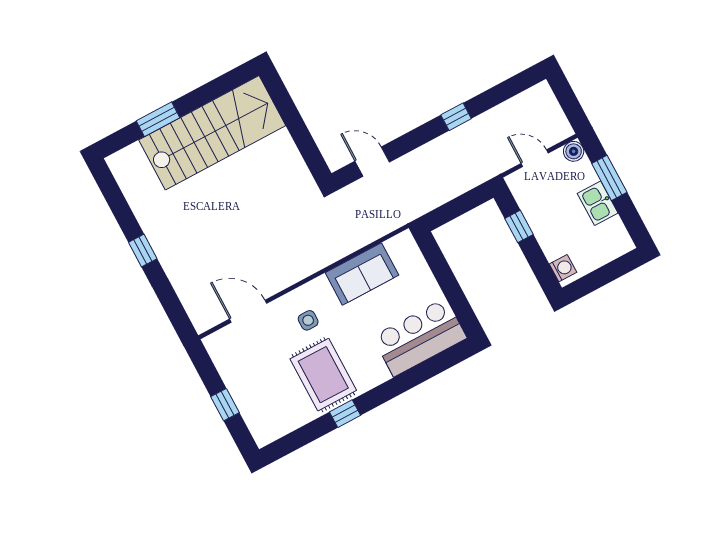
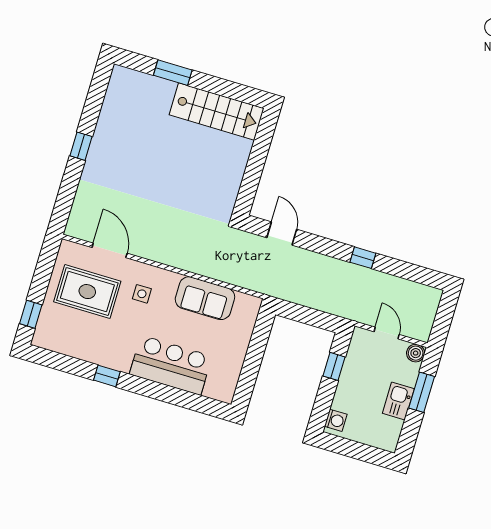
stairs: (212, 133) -> (217, 112), width x0.73, depth x0.66
bar counter: (420, 337) -> (171, 365), moved
rug: (323, 375) -> (87, 292), moved, turned 90
window: (225, 405) -> (31, 314), moved

